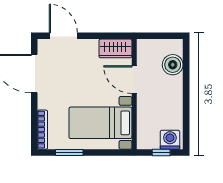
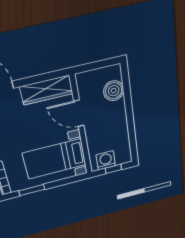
wardrobe: (115, 48) -> (47, 90), width x1.50
washing machine: (170, 140) -> (106, 160), moved

